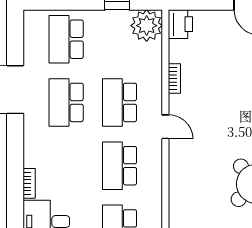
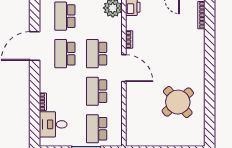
door: (165, 127) -> (124, 68), width x1.87

